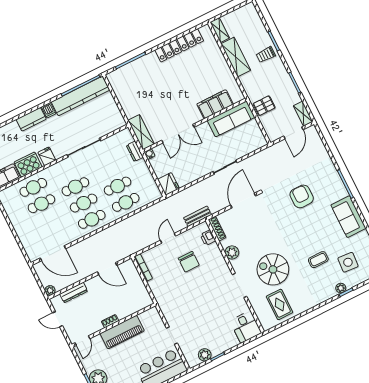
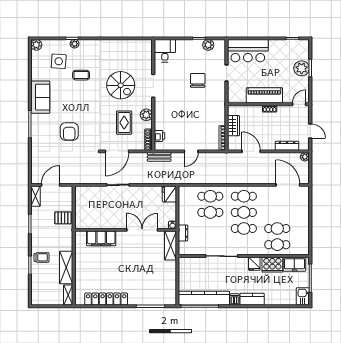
sofa: (231, 119) -> (94, 221), removed
chair: (189, 262) -> (198, 80), moved
wardrobe: (138, 286) -> (233, 126), added
rug: (280, 304) -> (124, 123), moved

